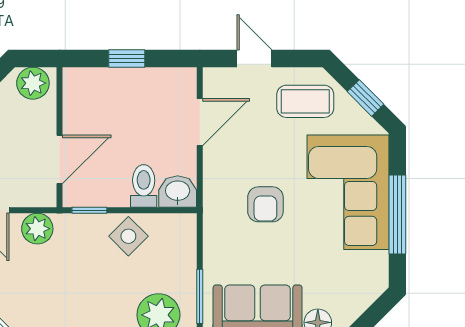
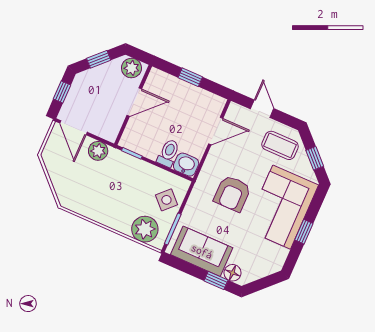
door: (60, 159) -> (134, 102), moved
armchair: (265, 204) -> (232, 193), width x1.38, depth x1.38
window: (397, 214) -> (304, 232), width x0.46
side table: (128, 236) -> (166, 200), moved

